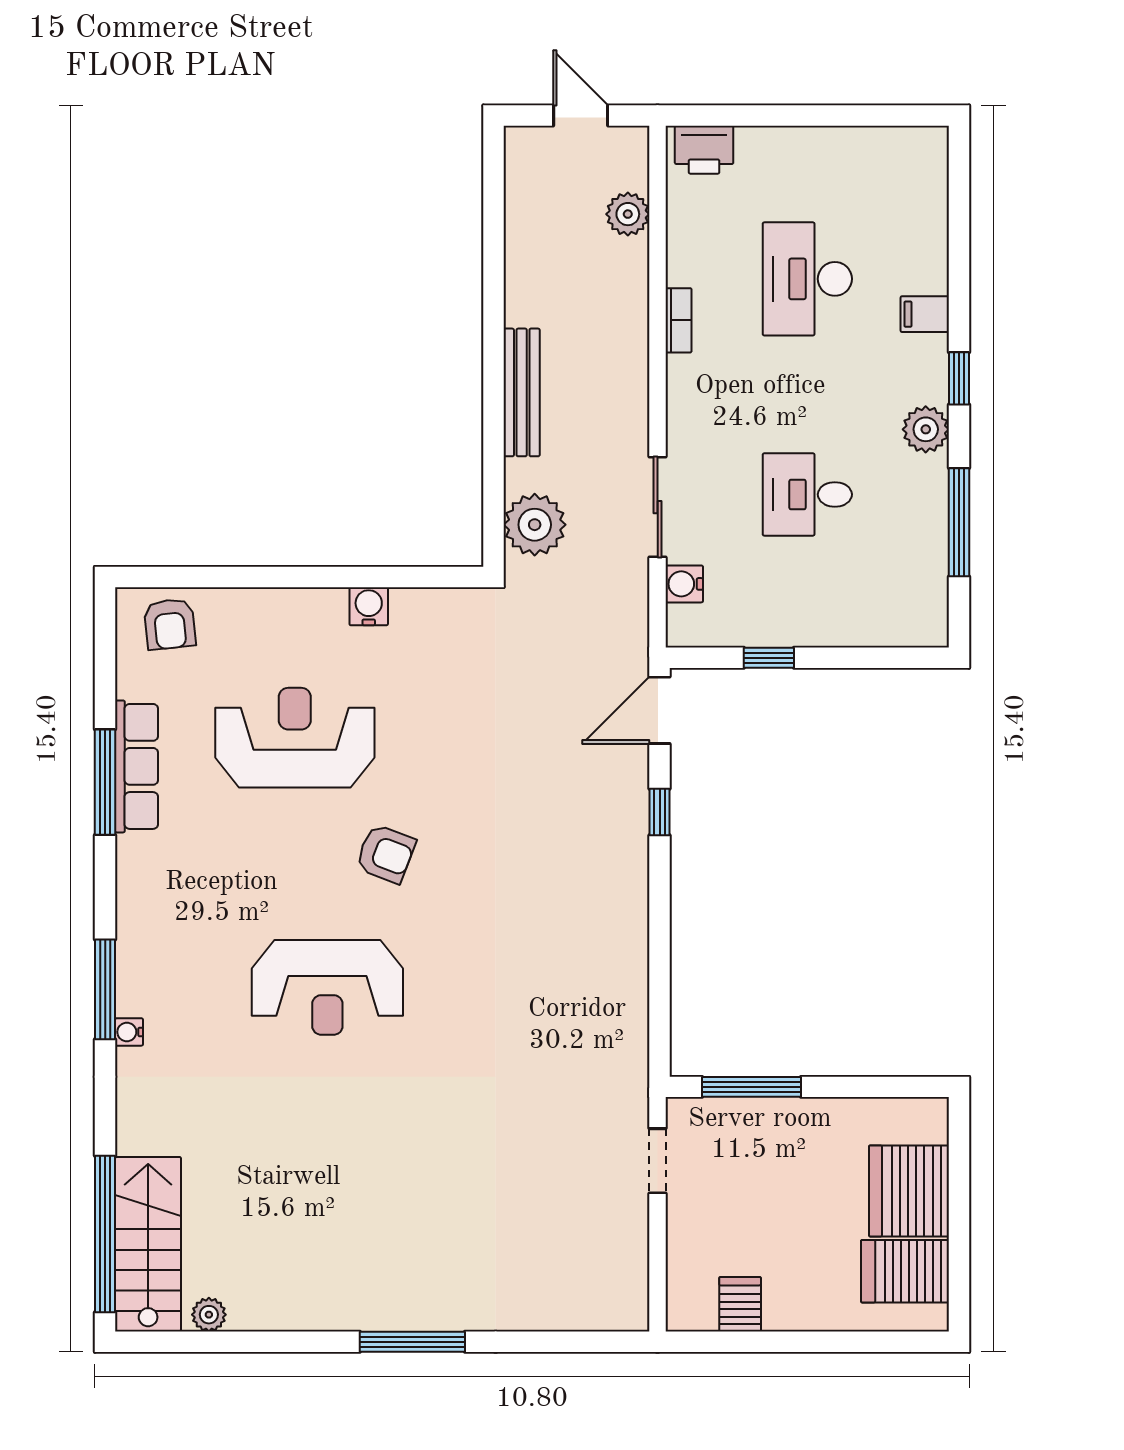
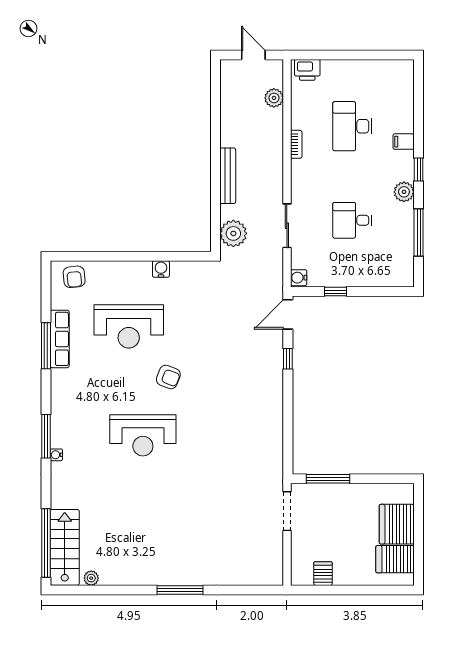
water cooler: (684, 584) -> (299, 278), moved
reception desk: (295, 738) -> (129, 326), turned 180
doorway: (658, 1161) -> (287, 511), width x1.38

